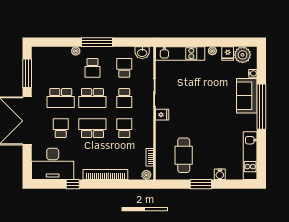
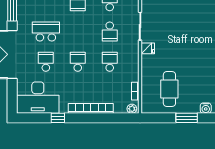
school desk: (61, 98) -> (46, 32), turned 180
school desk: (92, 98) -> (78, 32), removed
school desk: (92, 128) -> (78, 62), width x0.54

